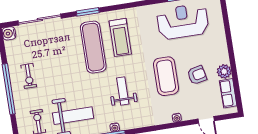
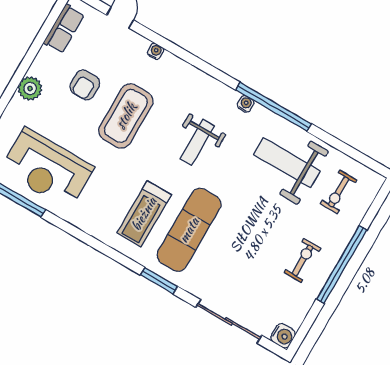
treadmill: (120, 37) -> (144, 214), turned 180
plant: (224, 71) -> (30, 88), moved
armchair: (197, 75) -> (85, 85), turned -78

